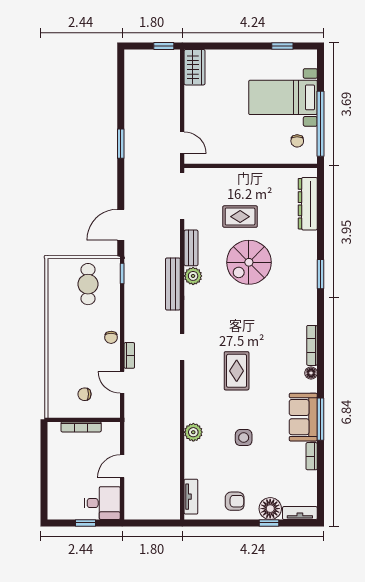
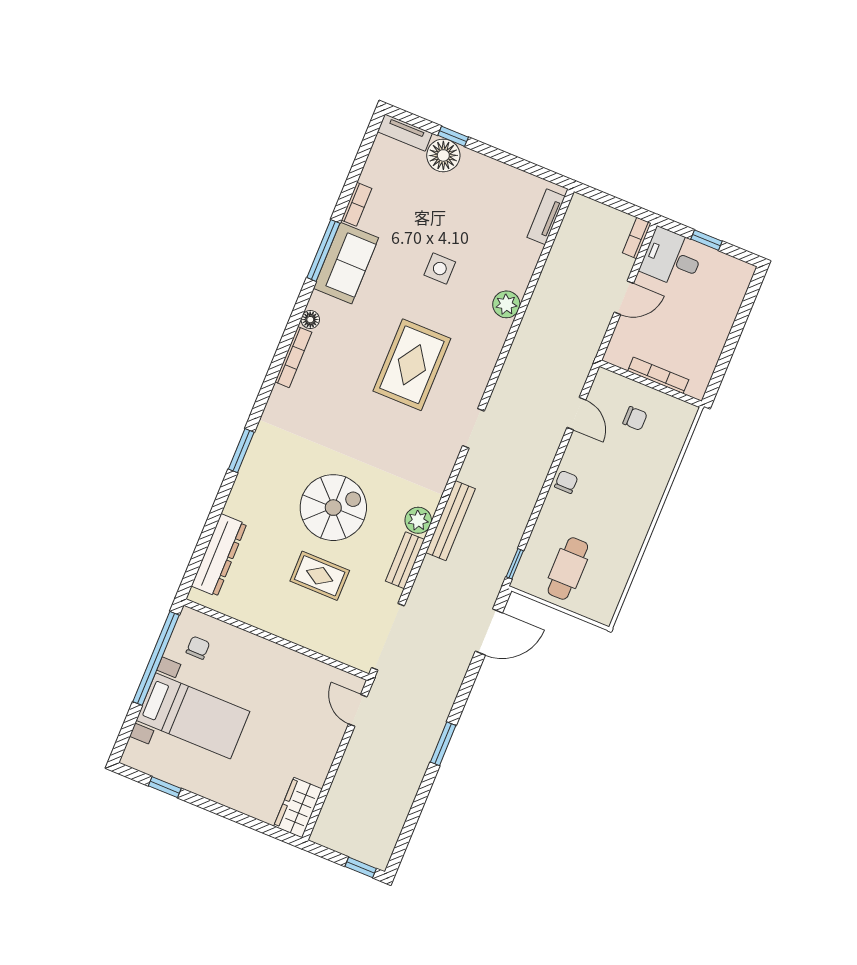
window: (164, 46) -> (361, 867), moved
bookcase: (129, 355) -> (637, 238), moved
rug: (237, 371) -> (412, 365), width x1.36, depth x1.43
armchair: (235, 501) -> (488, 186), removed

